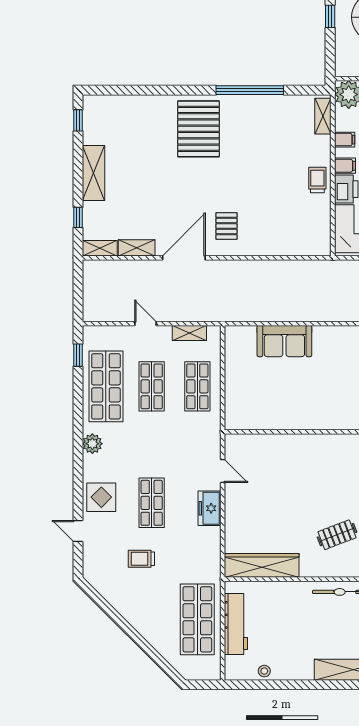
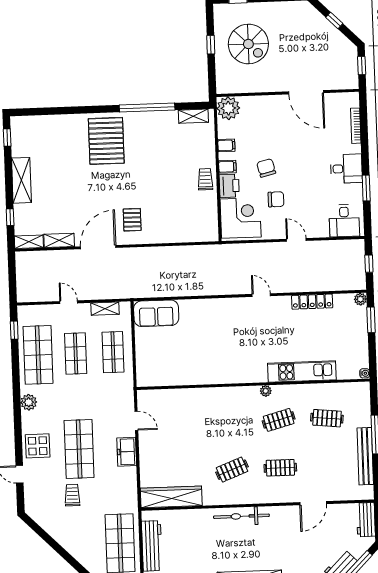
shelving: (323, 116) -> (193, 116), moved, turned 90
sofa: (284, 341) -> (156, 313), moved
shop shelf: (152, 503) -> (79, 449), width x1.43, depth x1.36
trolley: (141, 559) -> (72, 495), turned 90

